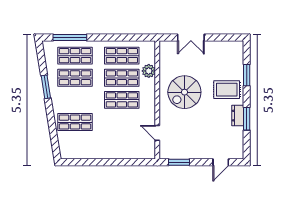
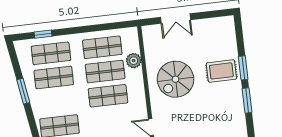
window: (70, 37) -> (43, 34), width x0.46
window: (247, 75) -> (243, 68), moved
dresser: (238, 116) -> (237, 98), removed

